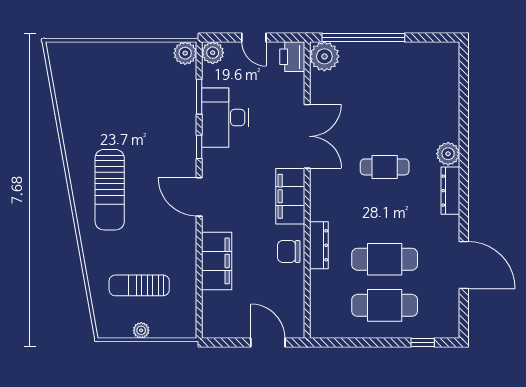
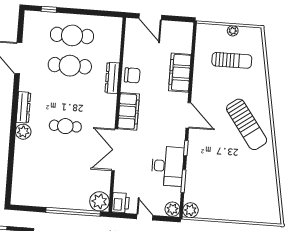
sun lounger: (110, 190) -> (247, 124), turned 144

